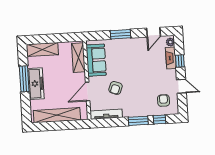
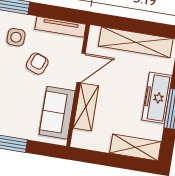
shelving: (78, 58) -> (86, 107), moved
side table: (133, 101) -> (16, 37), added

